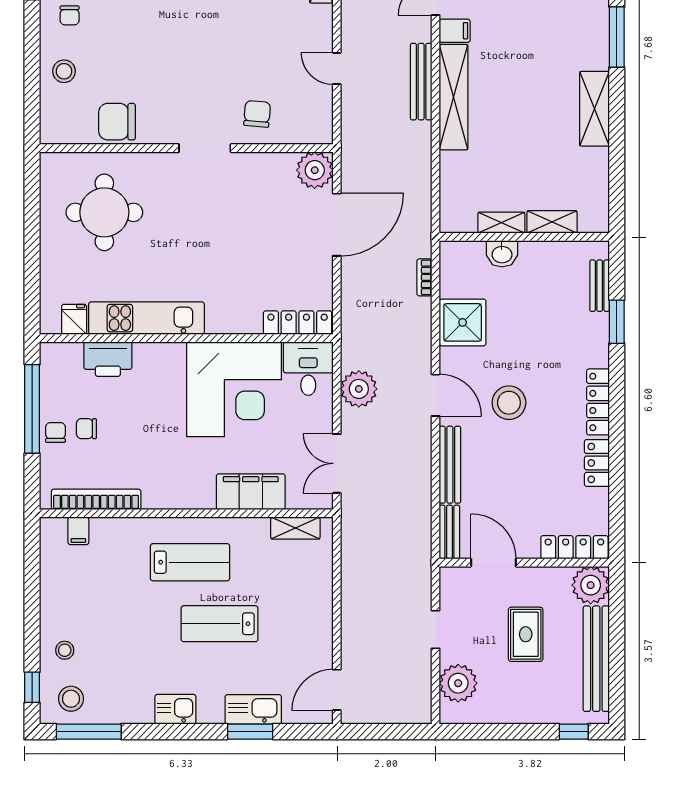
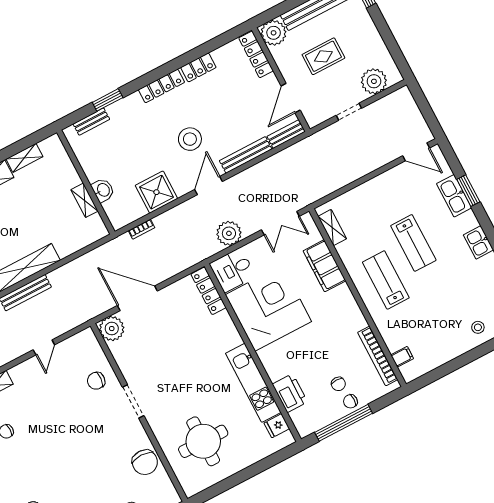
shelving: (552, 222) -> (24, 158), moved, turned 90

